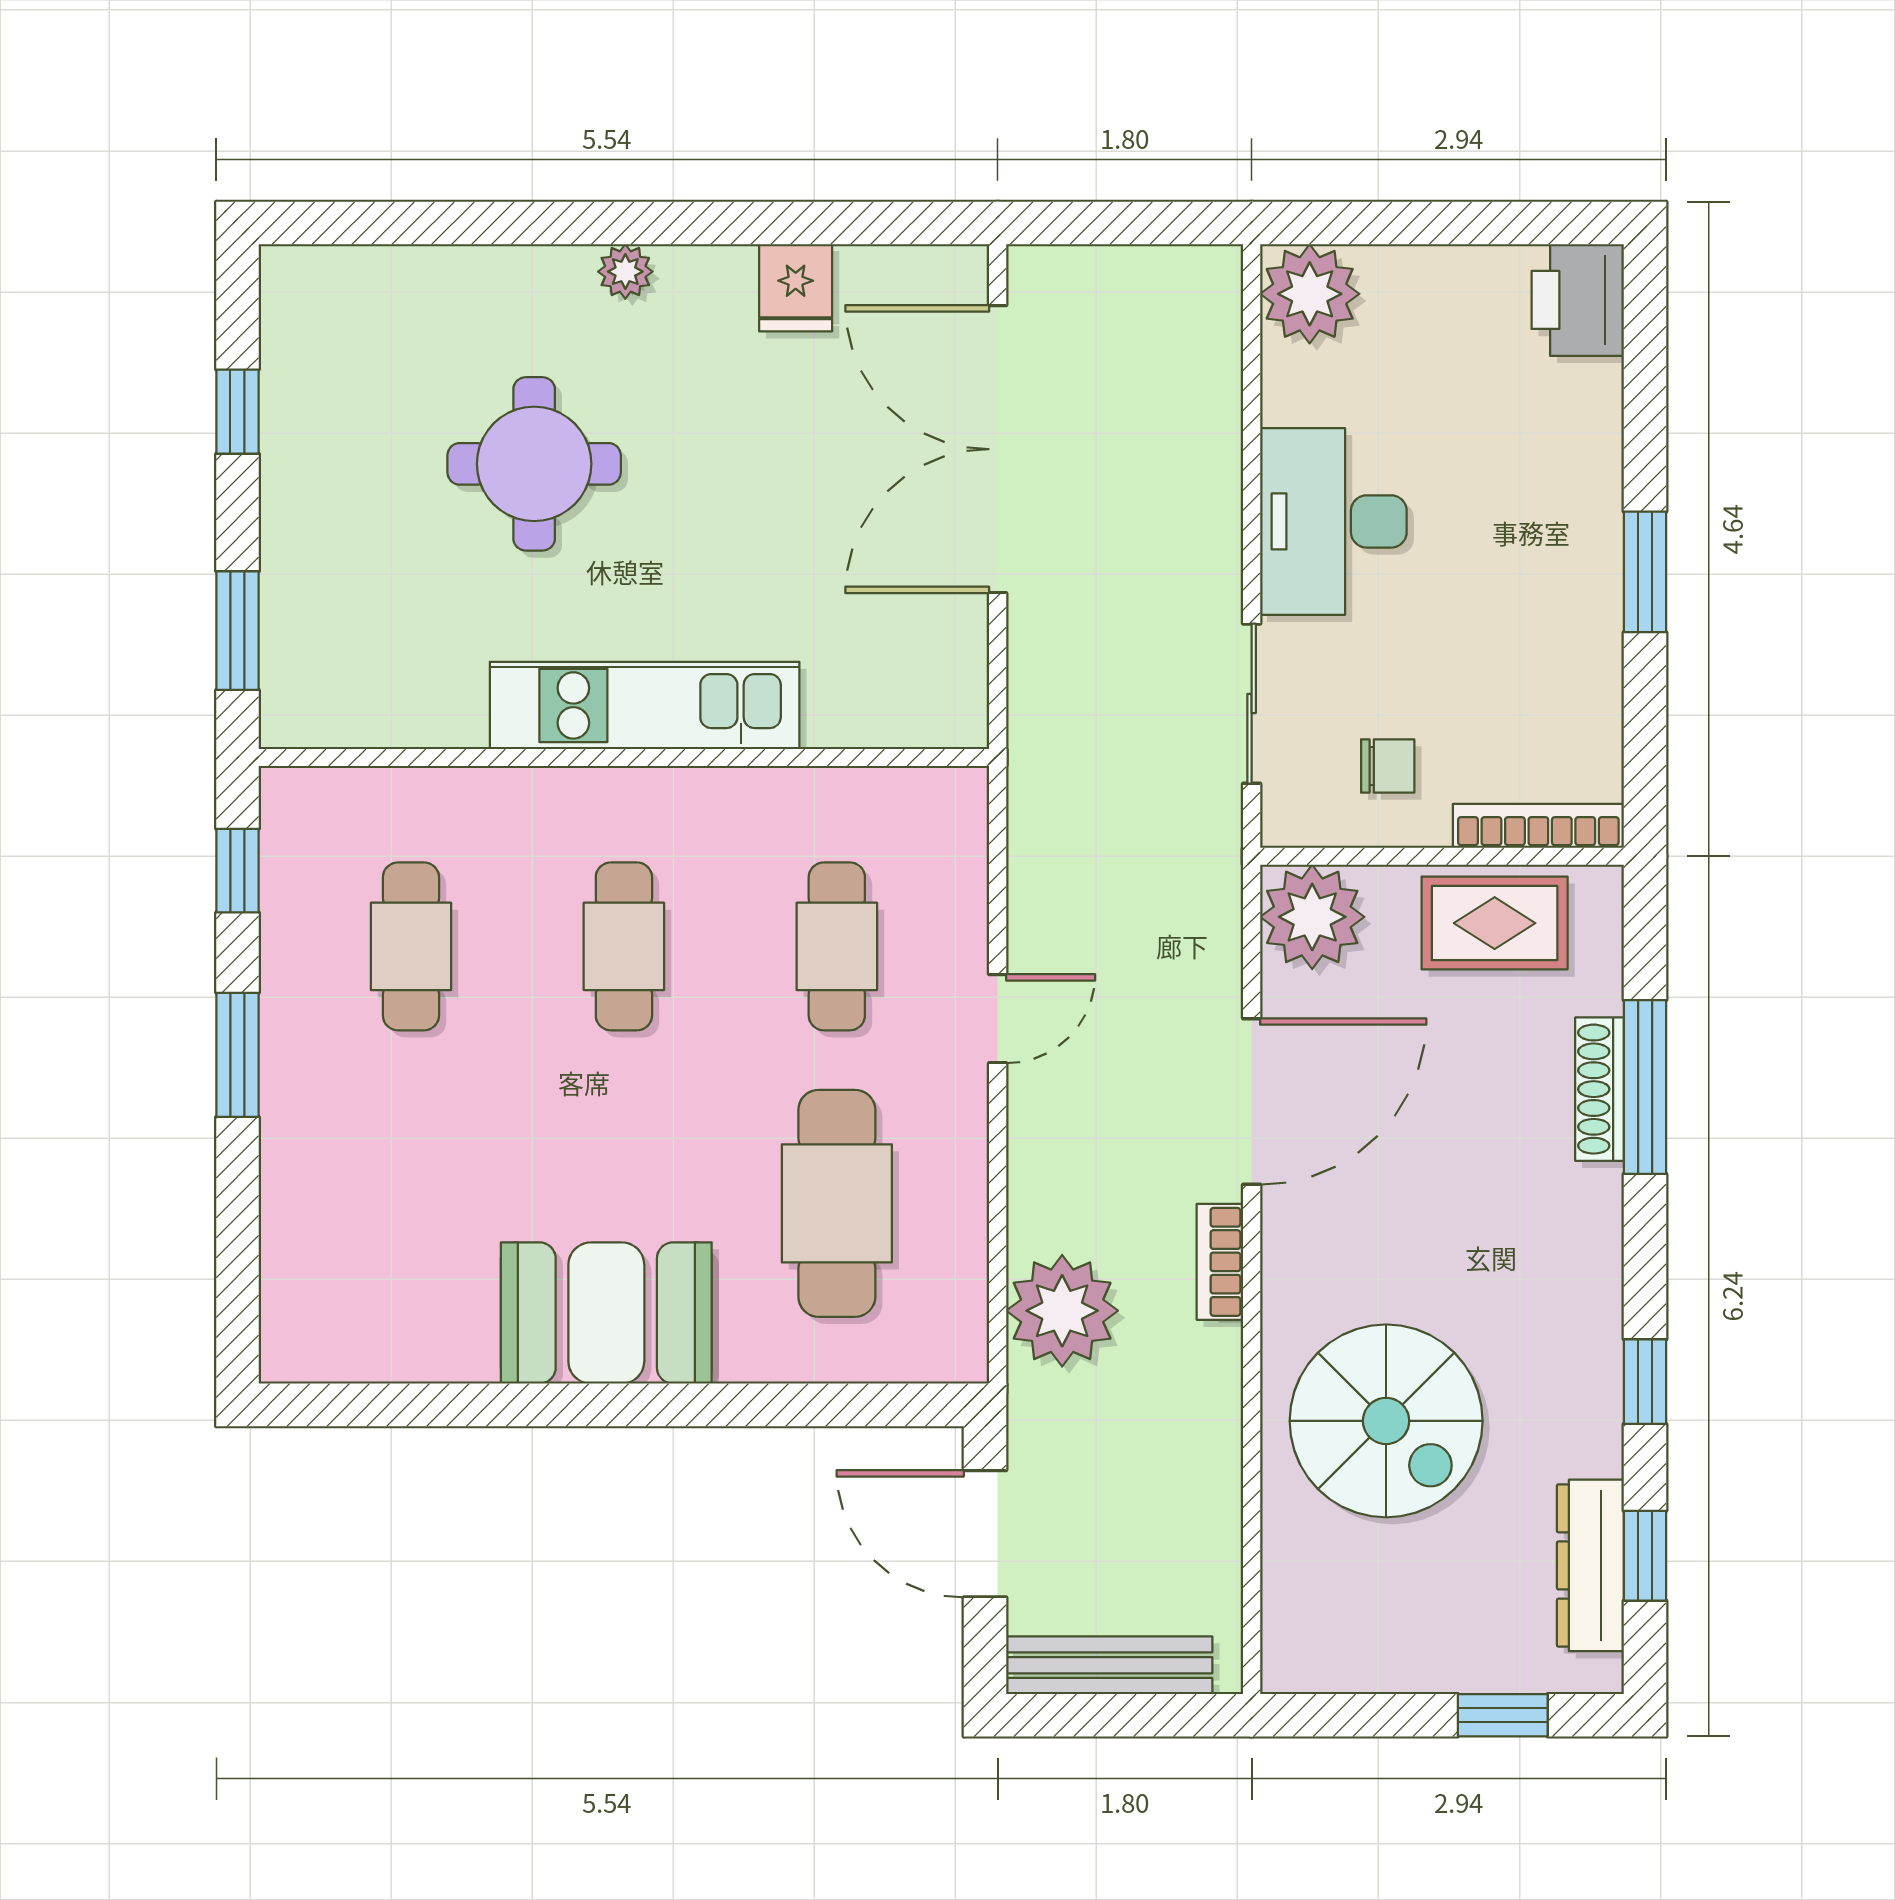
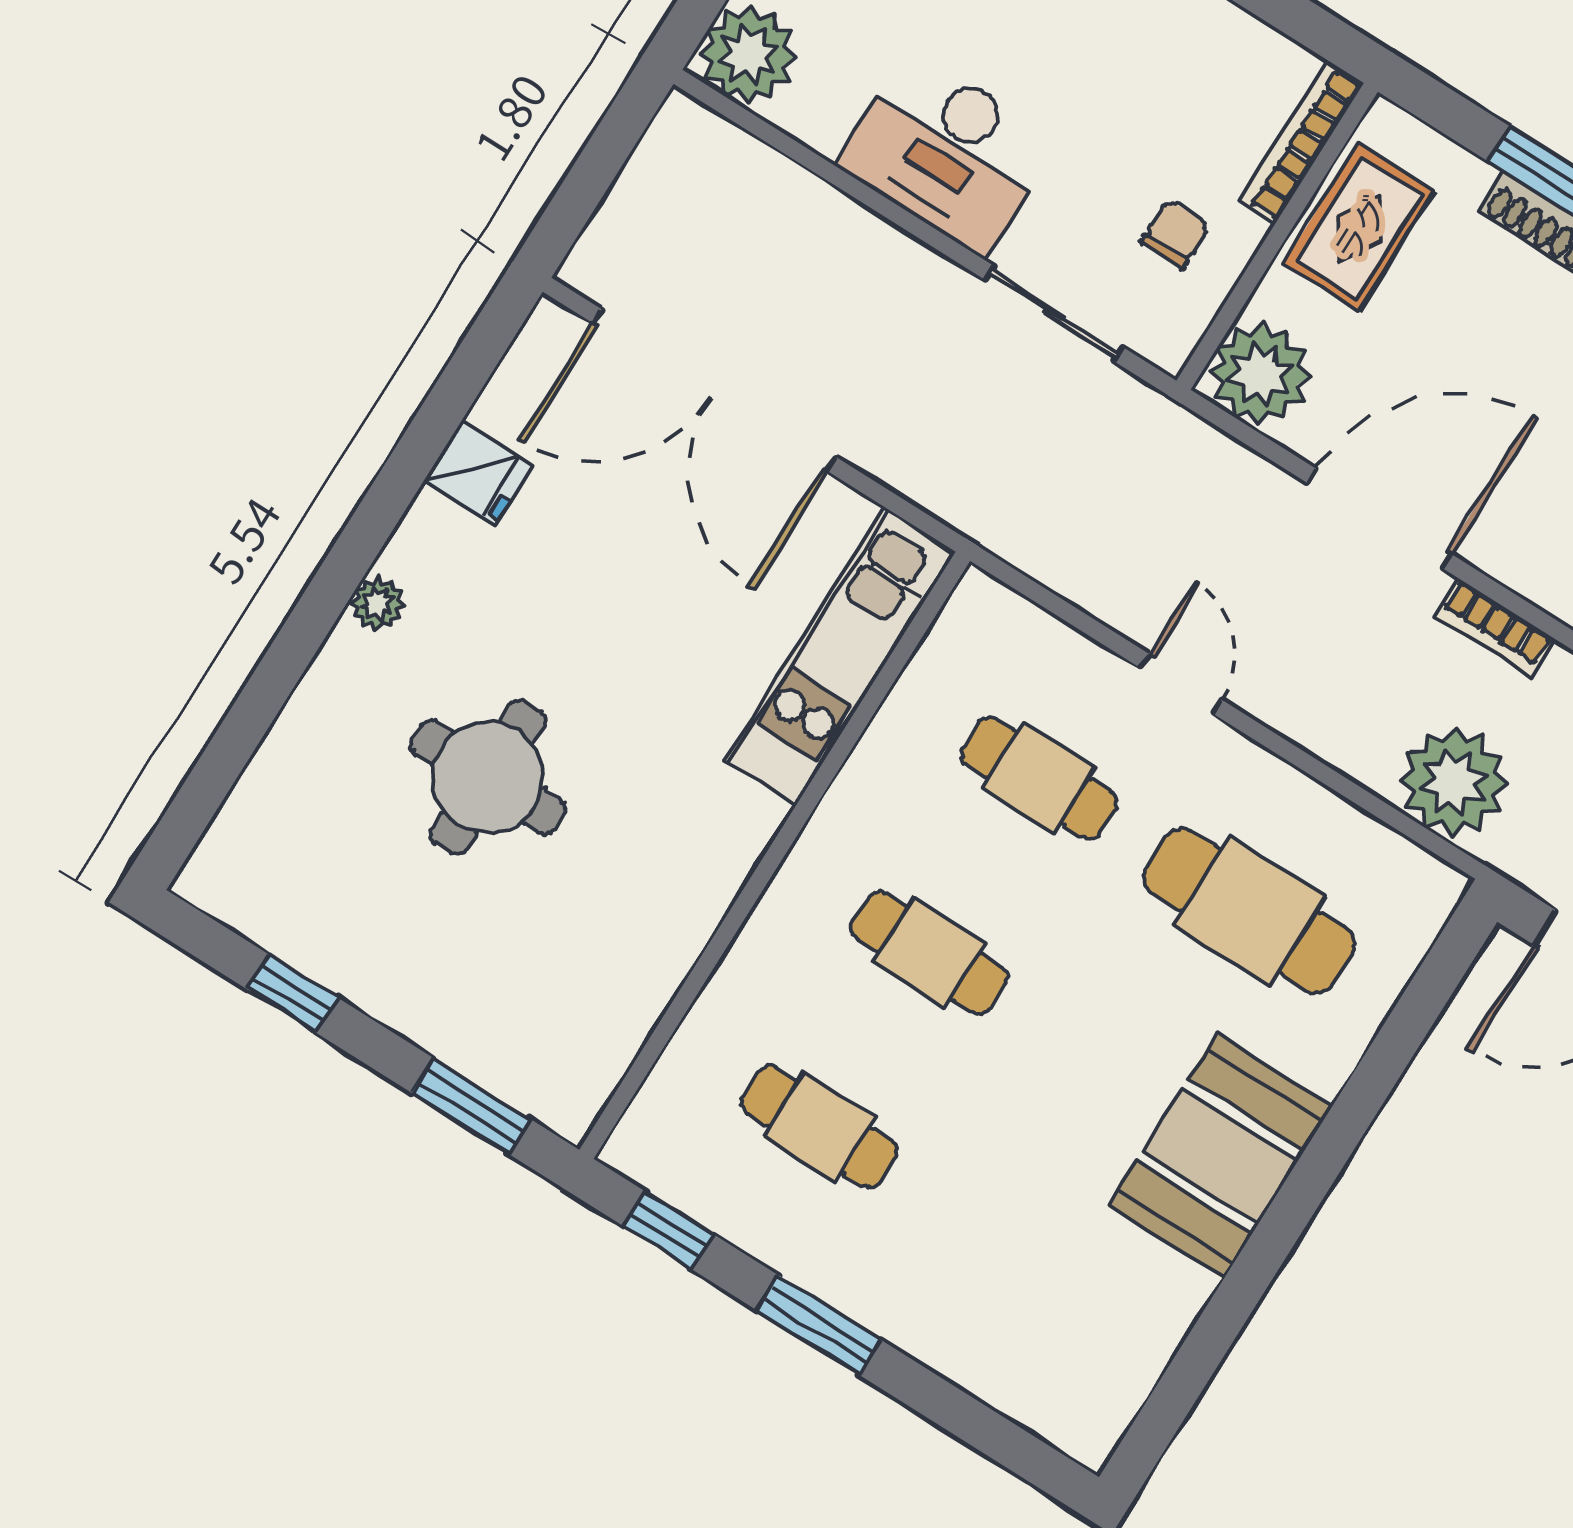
kitchen unit: (645, 705) -> (840, 656), moved
door: (1252, 1101) -> (1380, 519), hinge flipped

